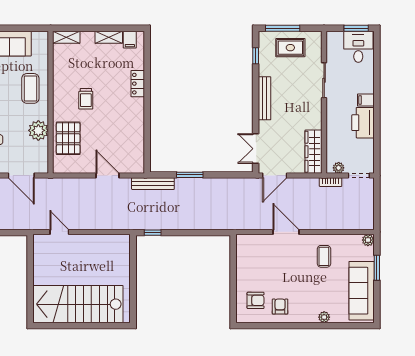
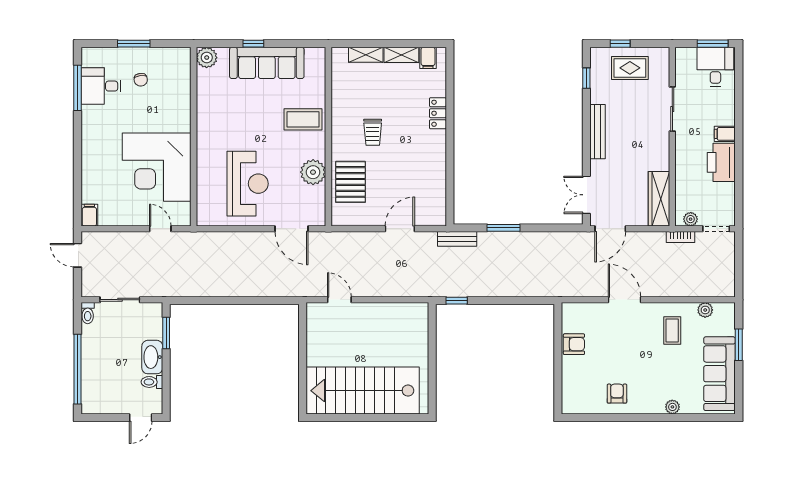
window: (283, 28) -> (620, 44), width x0.46
shelving: (66, 37) -> (366, 55), moved
coffee table: (30, 88) -> (303, 119), turned 90
door: (107, 176) -> (400, 229), hinge flipped
bench: (153, 184) -> (457, 239), width x0.73
plant: (368, 240) -> (705, 310), moved
armchair: (256, 300) -> (574, 344), moved

